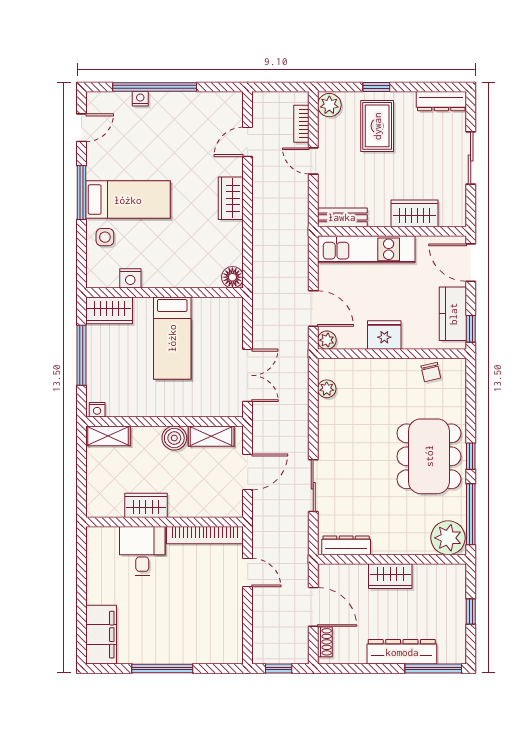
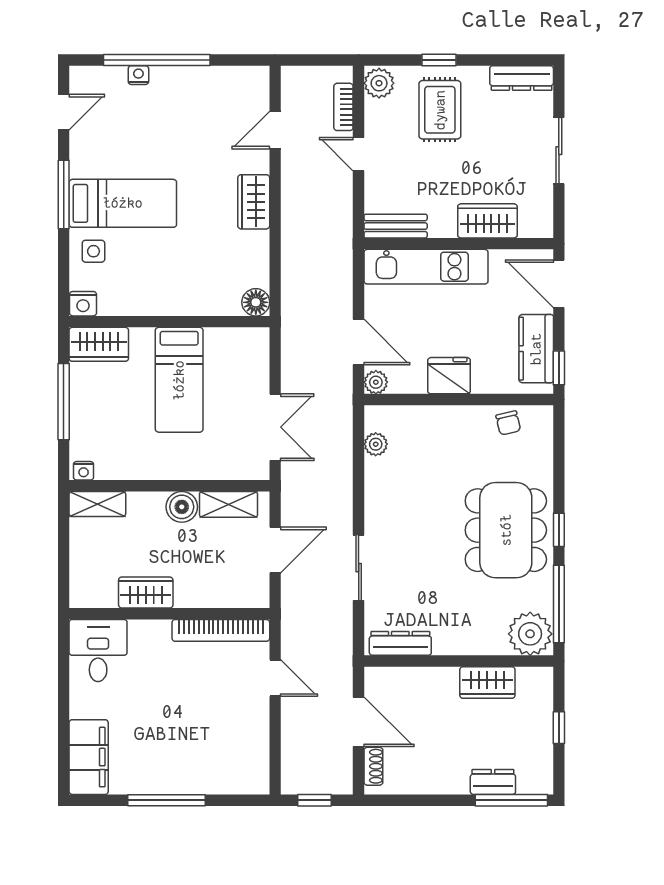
nightstand: (130, 278) -> (83, 304), moved
desk: (142, 551) -> (98, 650), moved
wardrobe: (390, 576) -> (487, 683), moved
dresser: (402, 652) -> (493, 782), width x0.51, depth x0.80

